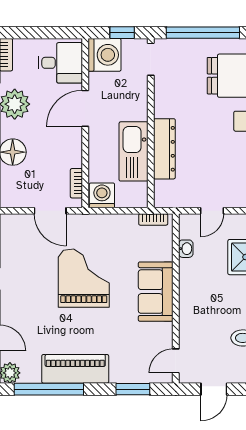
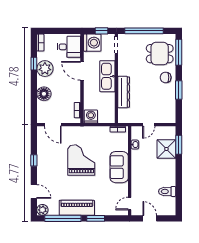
door: (85, 108) -> (82, 71), hinge flipped
kitchen sink: (133, 151) -> (107, 76), moved
door: (50, 211) -> (53, 125), moved
window: (133, 389) -> (96, 218), moved
door: (214, 389) -> (150, 218), swing flipped

